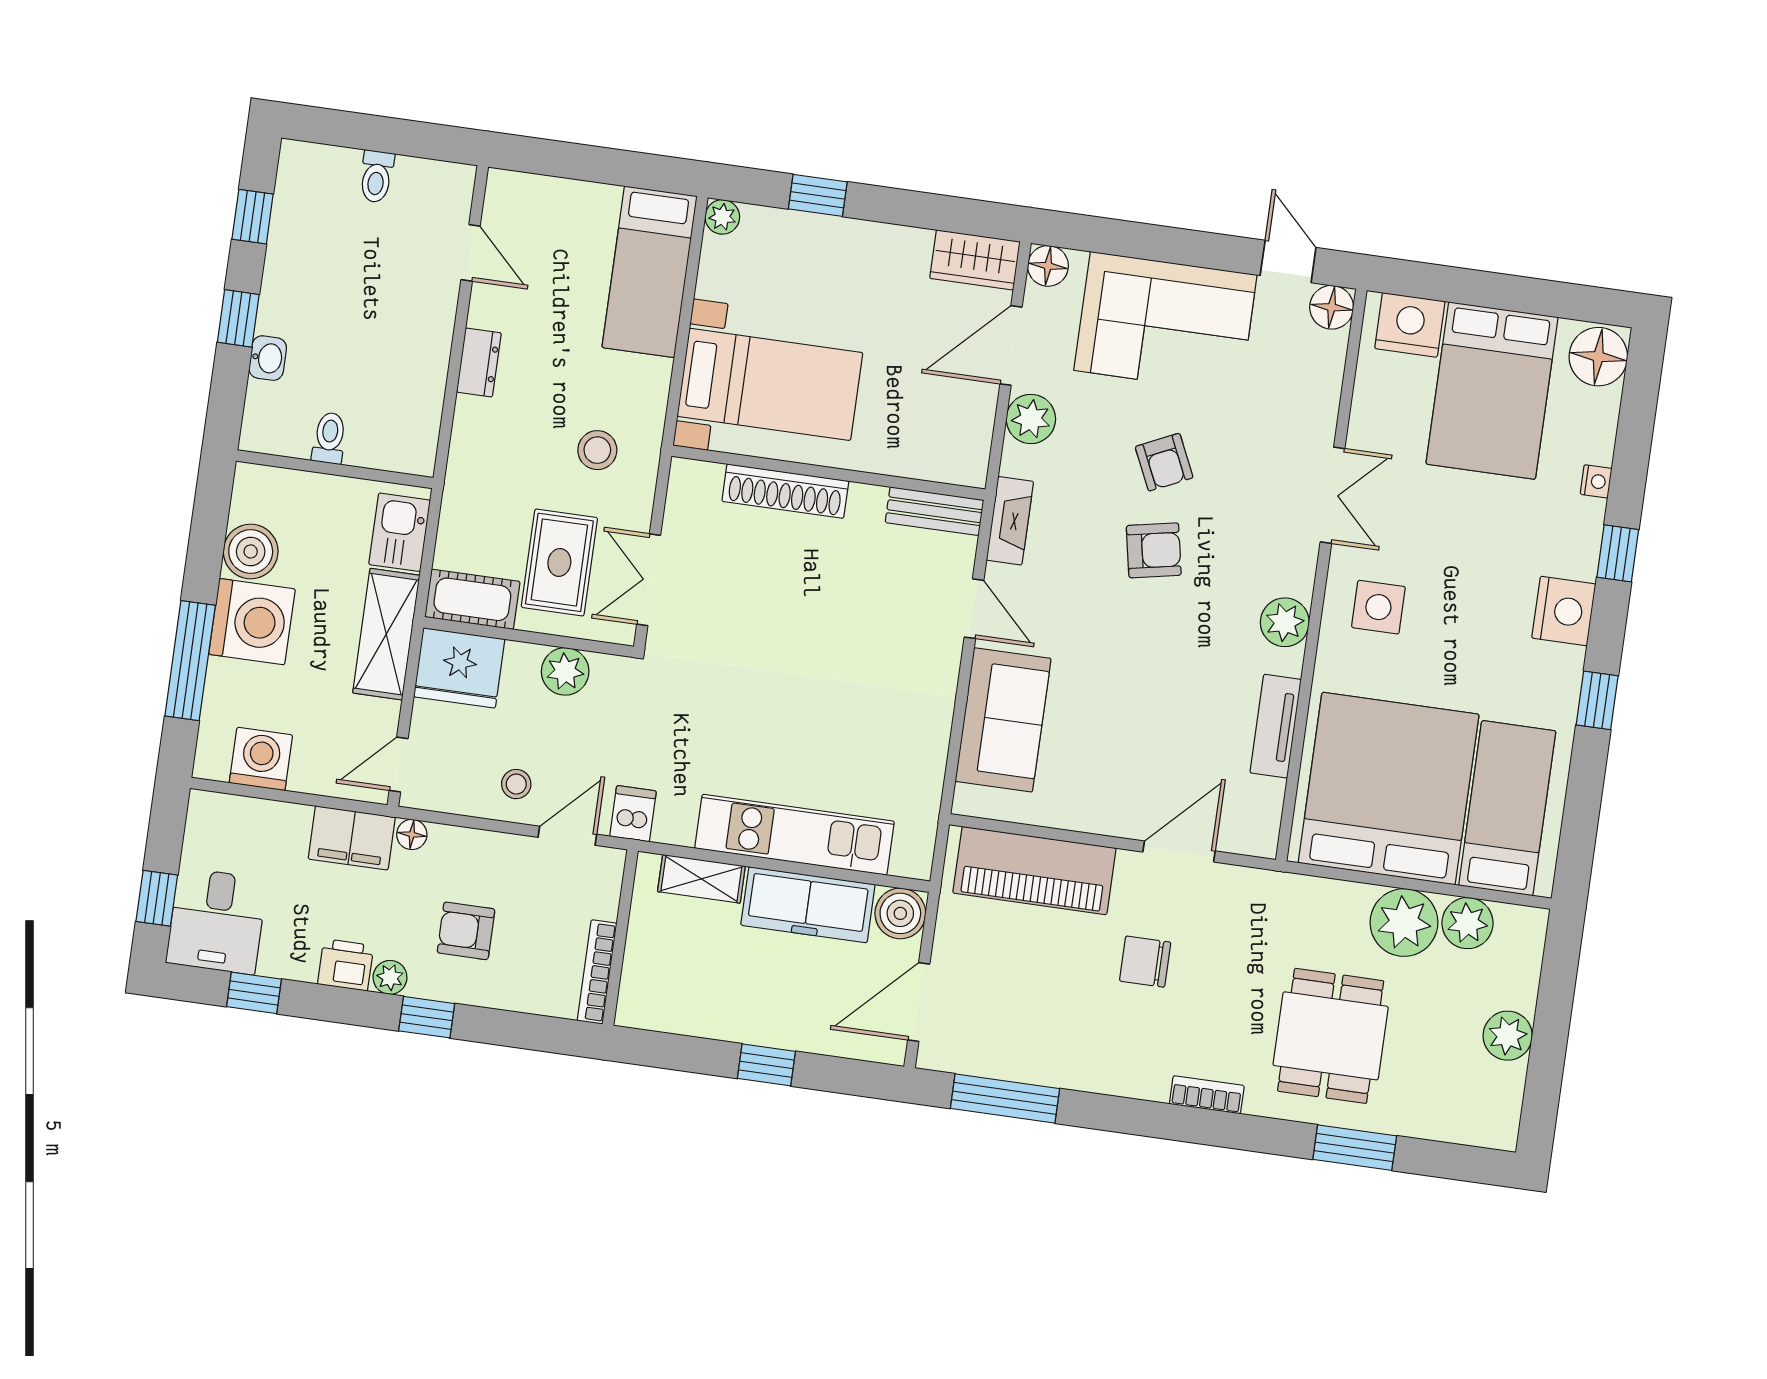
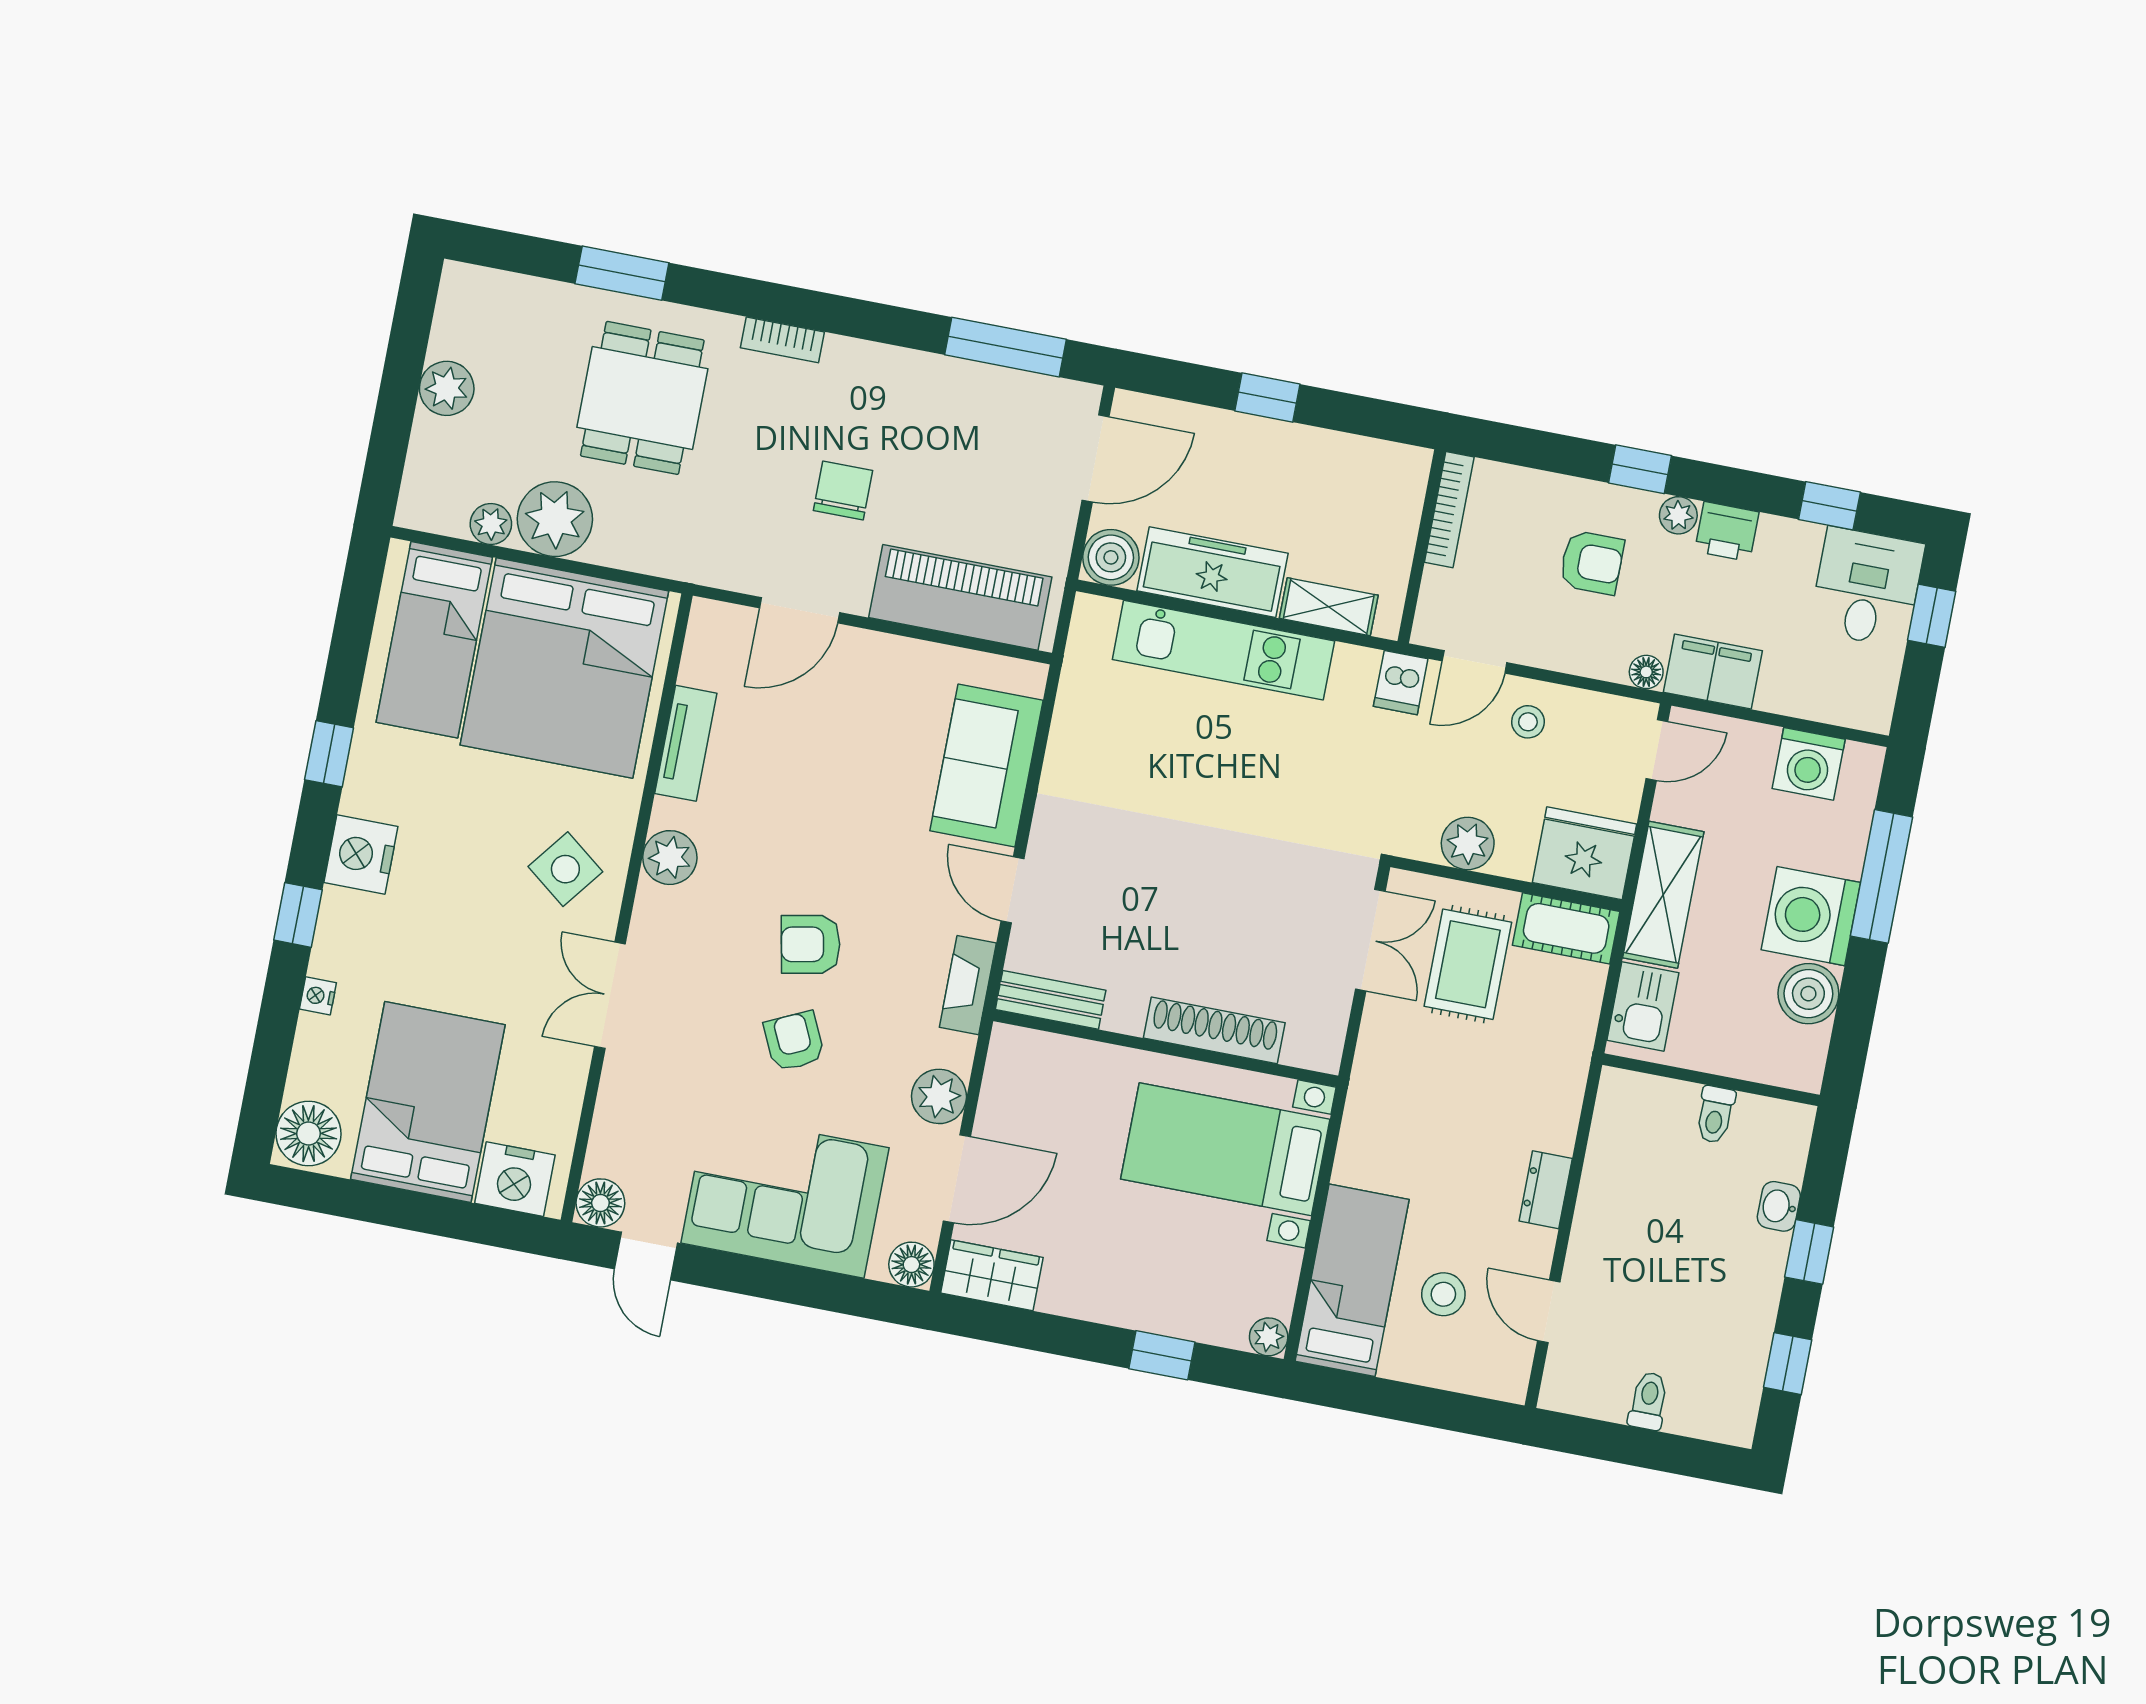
stool: (597, 450) -> (1443, 1294), moved
side table: (1378, 607) -> (565, 869), turned 38
plant: (1467, 923) -> (491, 524), width x0.73, depth x0.73
chair: (1145, 962) -> (843, 490), turned -90

